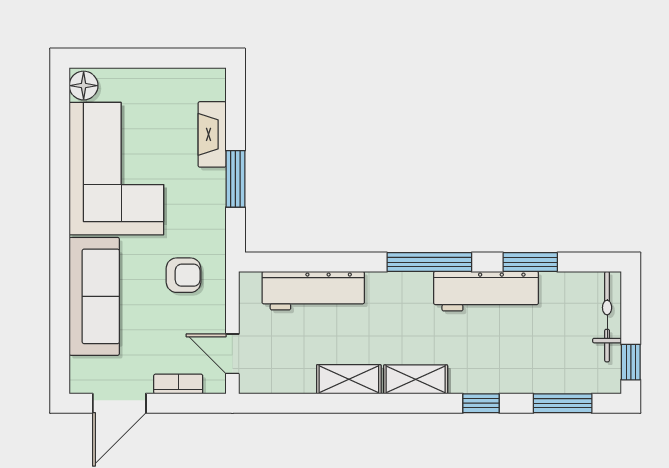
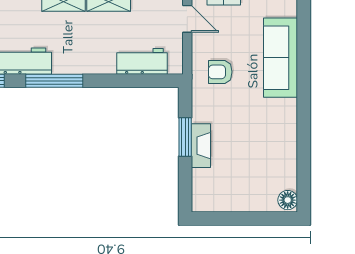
fireplace: (212, 134) -> (201, 146), moved
corner sofa: (116, 169) -> (266, 144), removed
workbench: (313, 291) -> (142, 61), width x0.73

